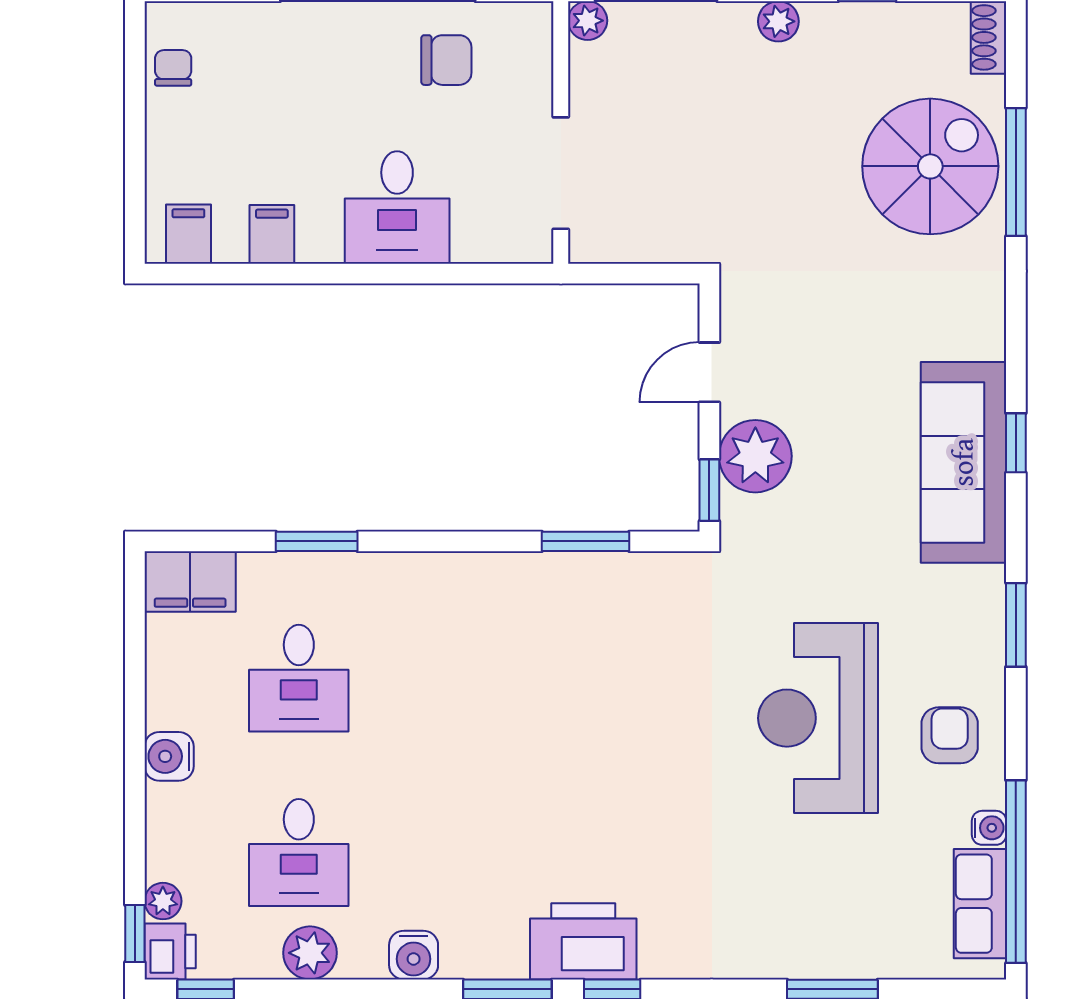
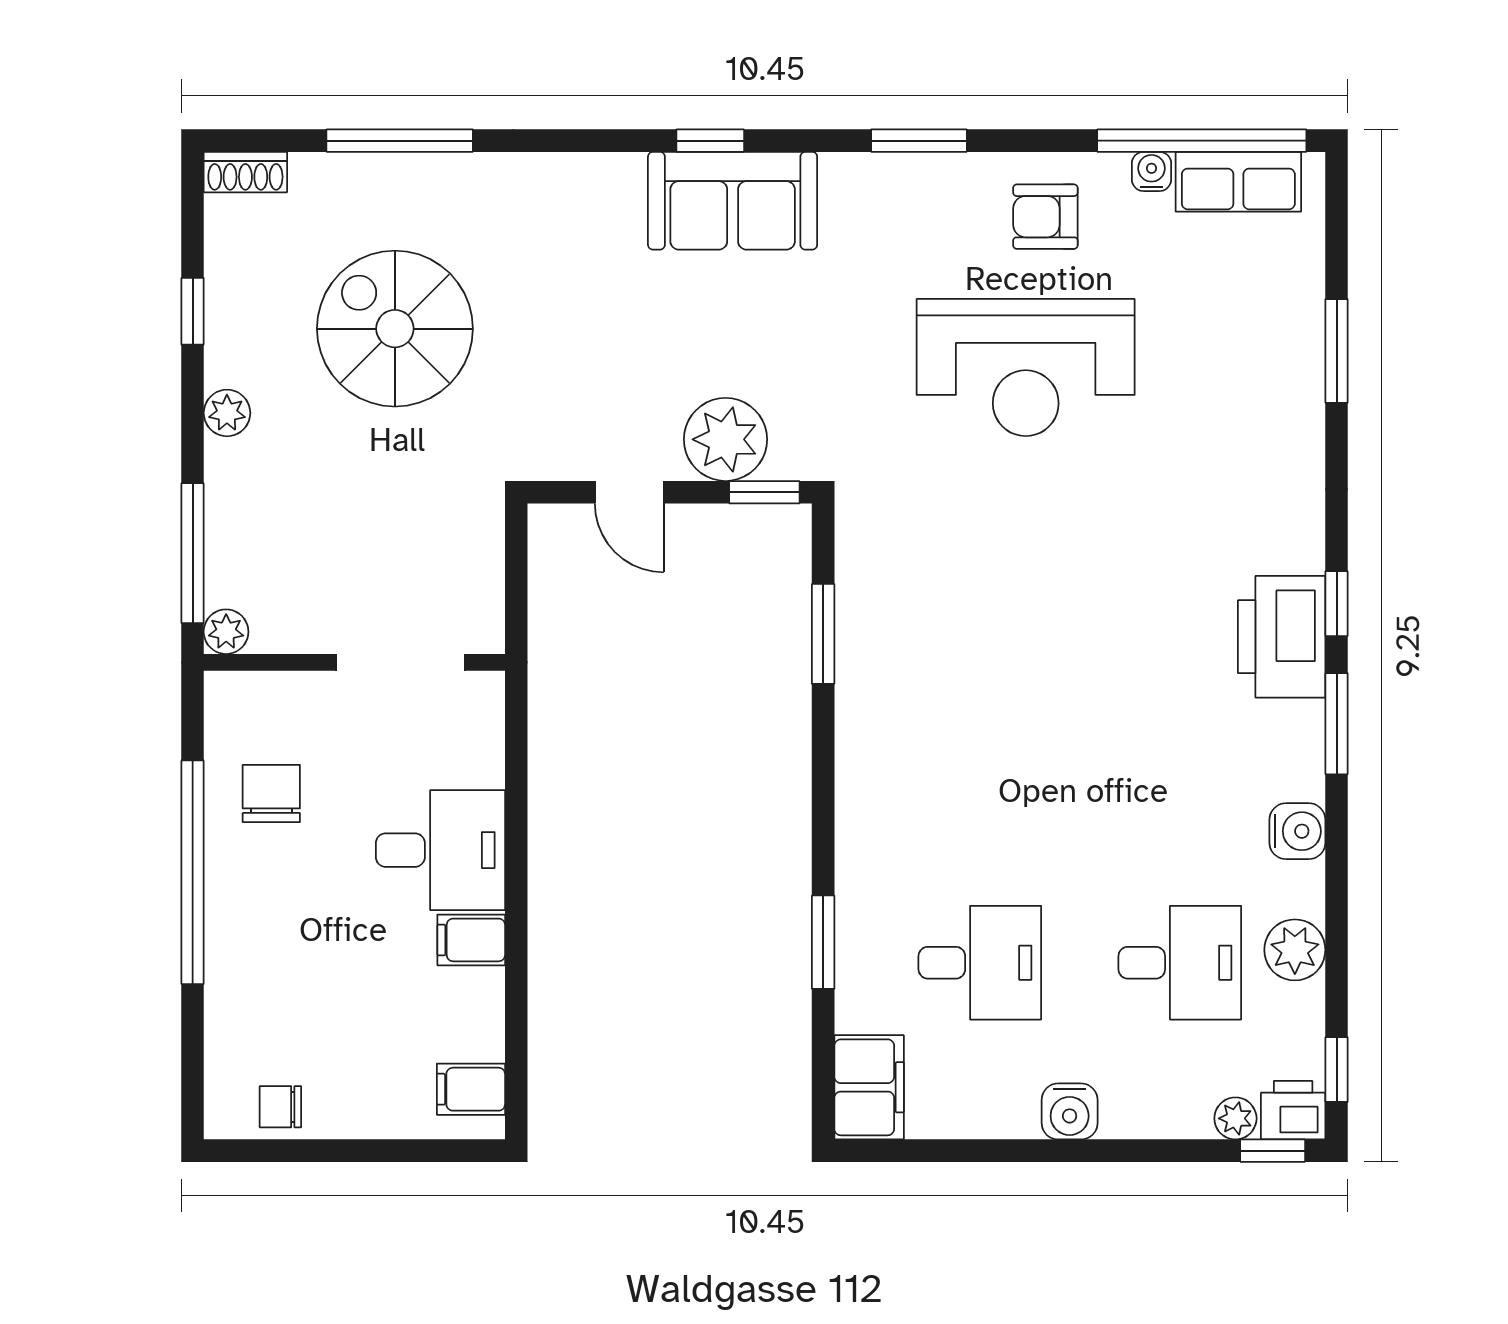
spiral stairs: (930, 166) -> (395, 329), moved
filing cabinet: (272, 234) -> (471, 940), moved
sofa: (964, 462) -> (733, 201), width x0.73

